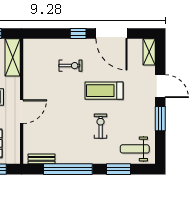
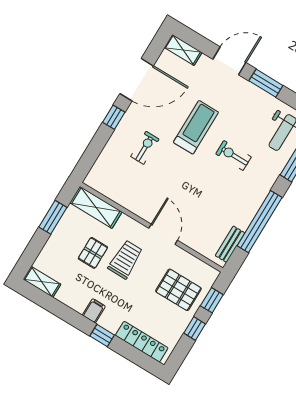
treadmill: (104, 91) -> (196, 127), turned 180

